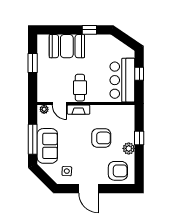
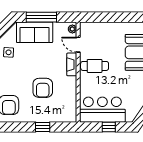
window: (33, 63) -> (120, 17), removed
door: (59, 104) -> (78, 45), hinge flipped
plant: (129, 148) -> (32, 116), removed

